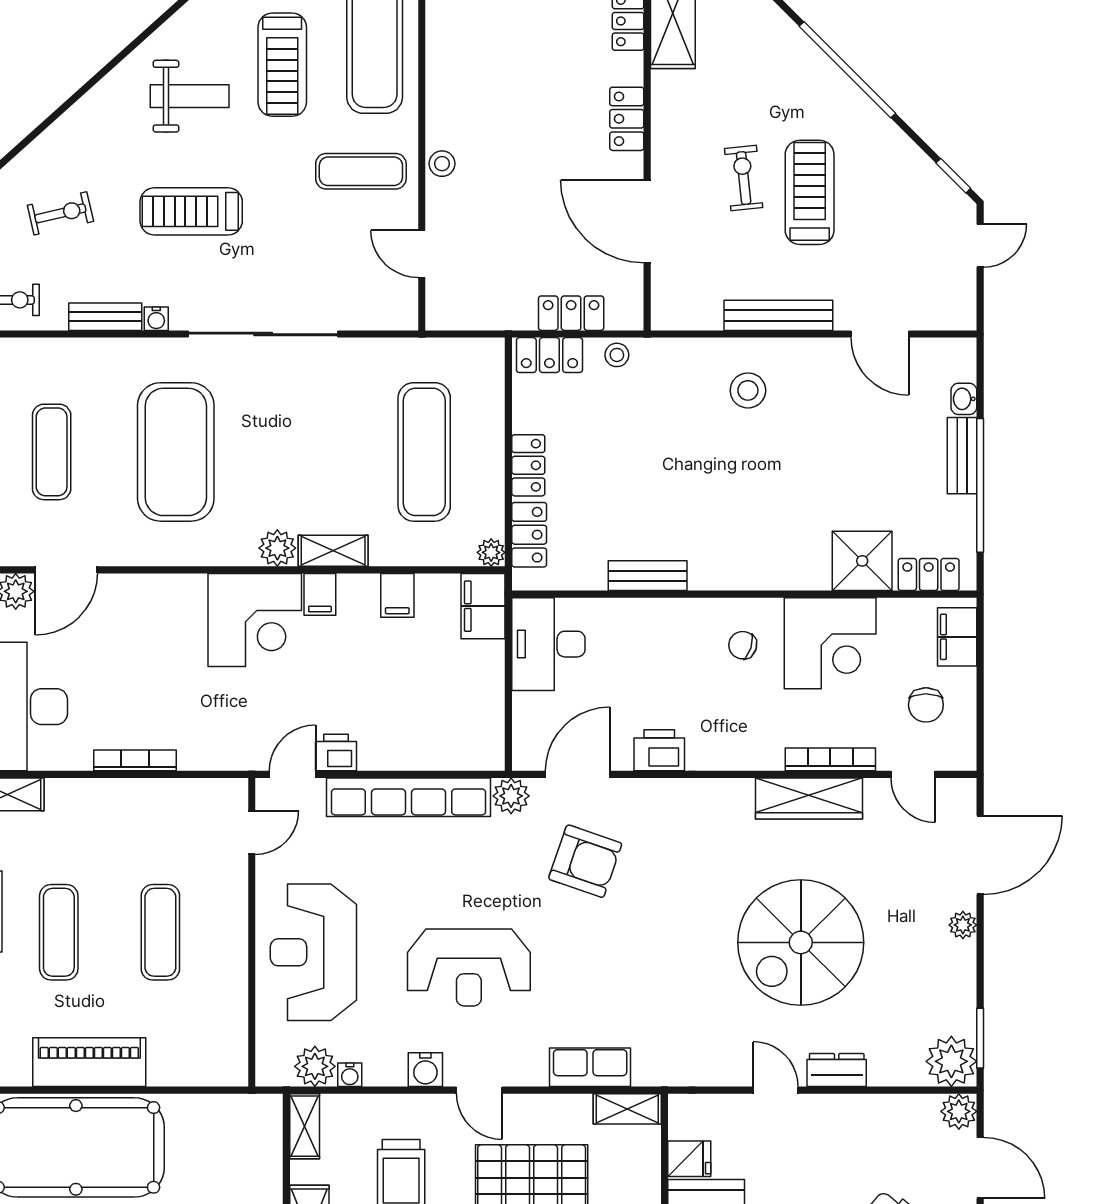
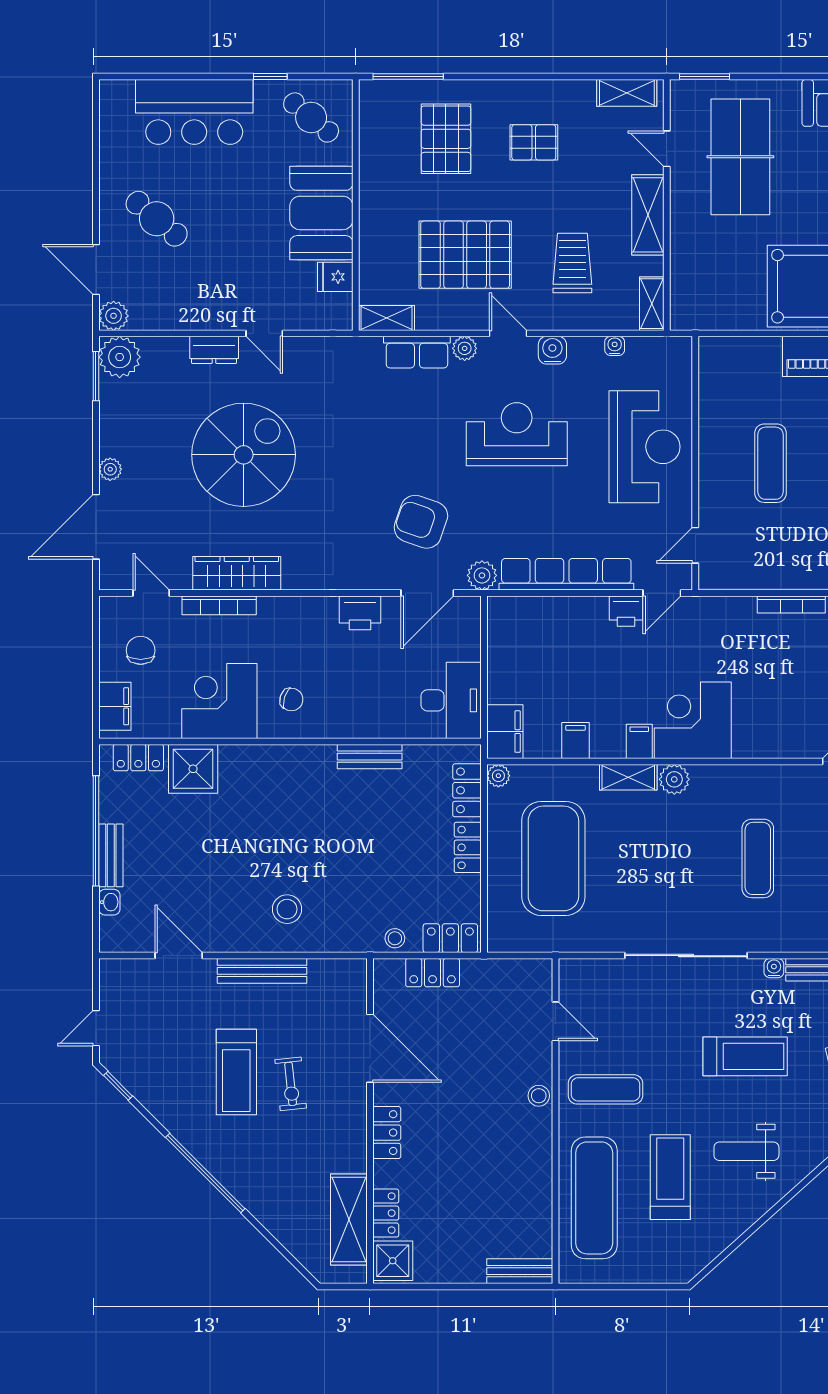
exercise mat: (176, 452) -> (758, 858), width x0.50, depth x0.69
exercise mat: (424, 452) -> (553, 858), width x1.47
plant: (315, 1066) -> (465, 348), moved, width x0.73, depth x0.73

